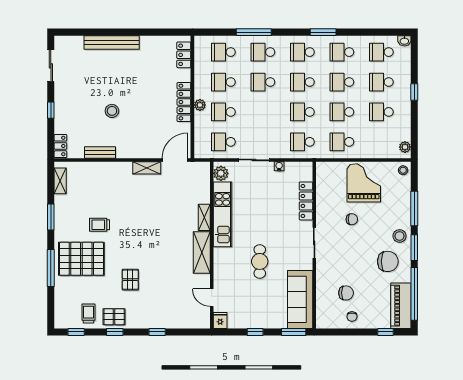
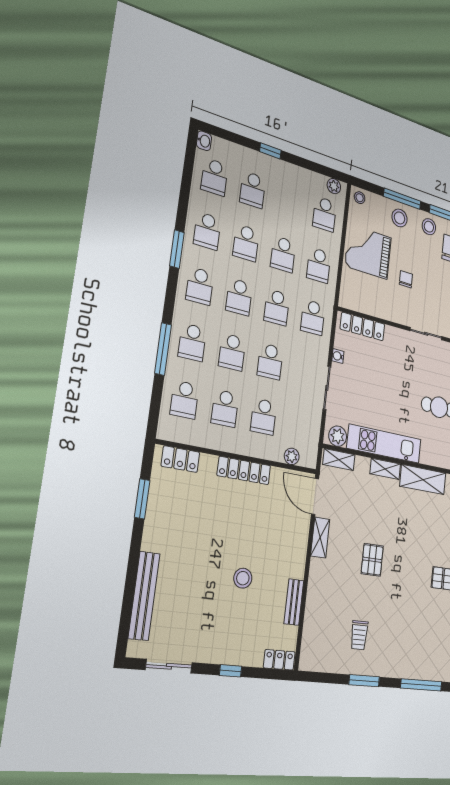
window: (154, 32) -> (142, 499), added
bench: (112, 43) -> (144, 596), moved
plant: (200, 105) -> (292, 456), moved
school desk: (381, 112) -> (325, 214), moved
school desk: (223, 142) -> (270, 362), moved
shelving: (60, 181) -> (339, 460), moved
locker: (306, 201) -> (363, 327), moved
stool: (398, 208) -> (400, 218), added
trolley: (100, 225) -> (359, 635), moved
pallet: (81, 259) -> (372, 560), moved, width x0.49, depth x0.50

